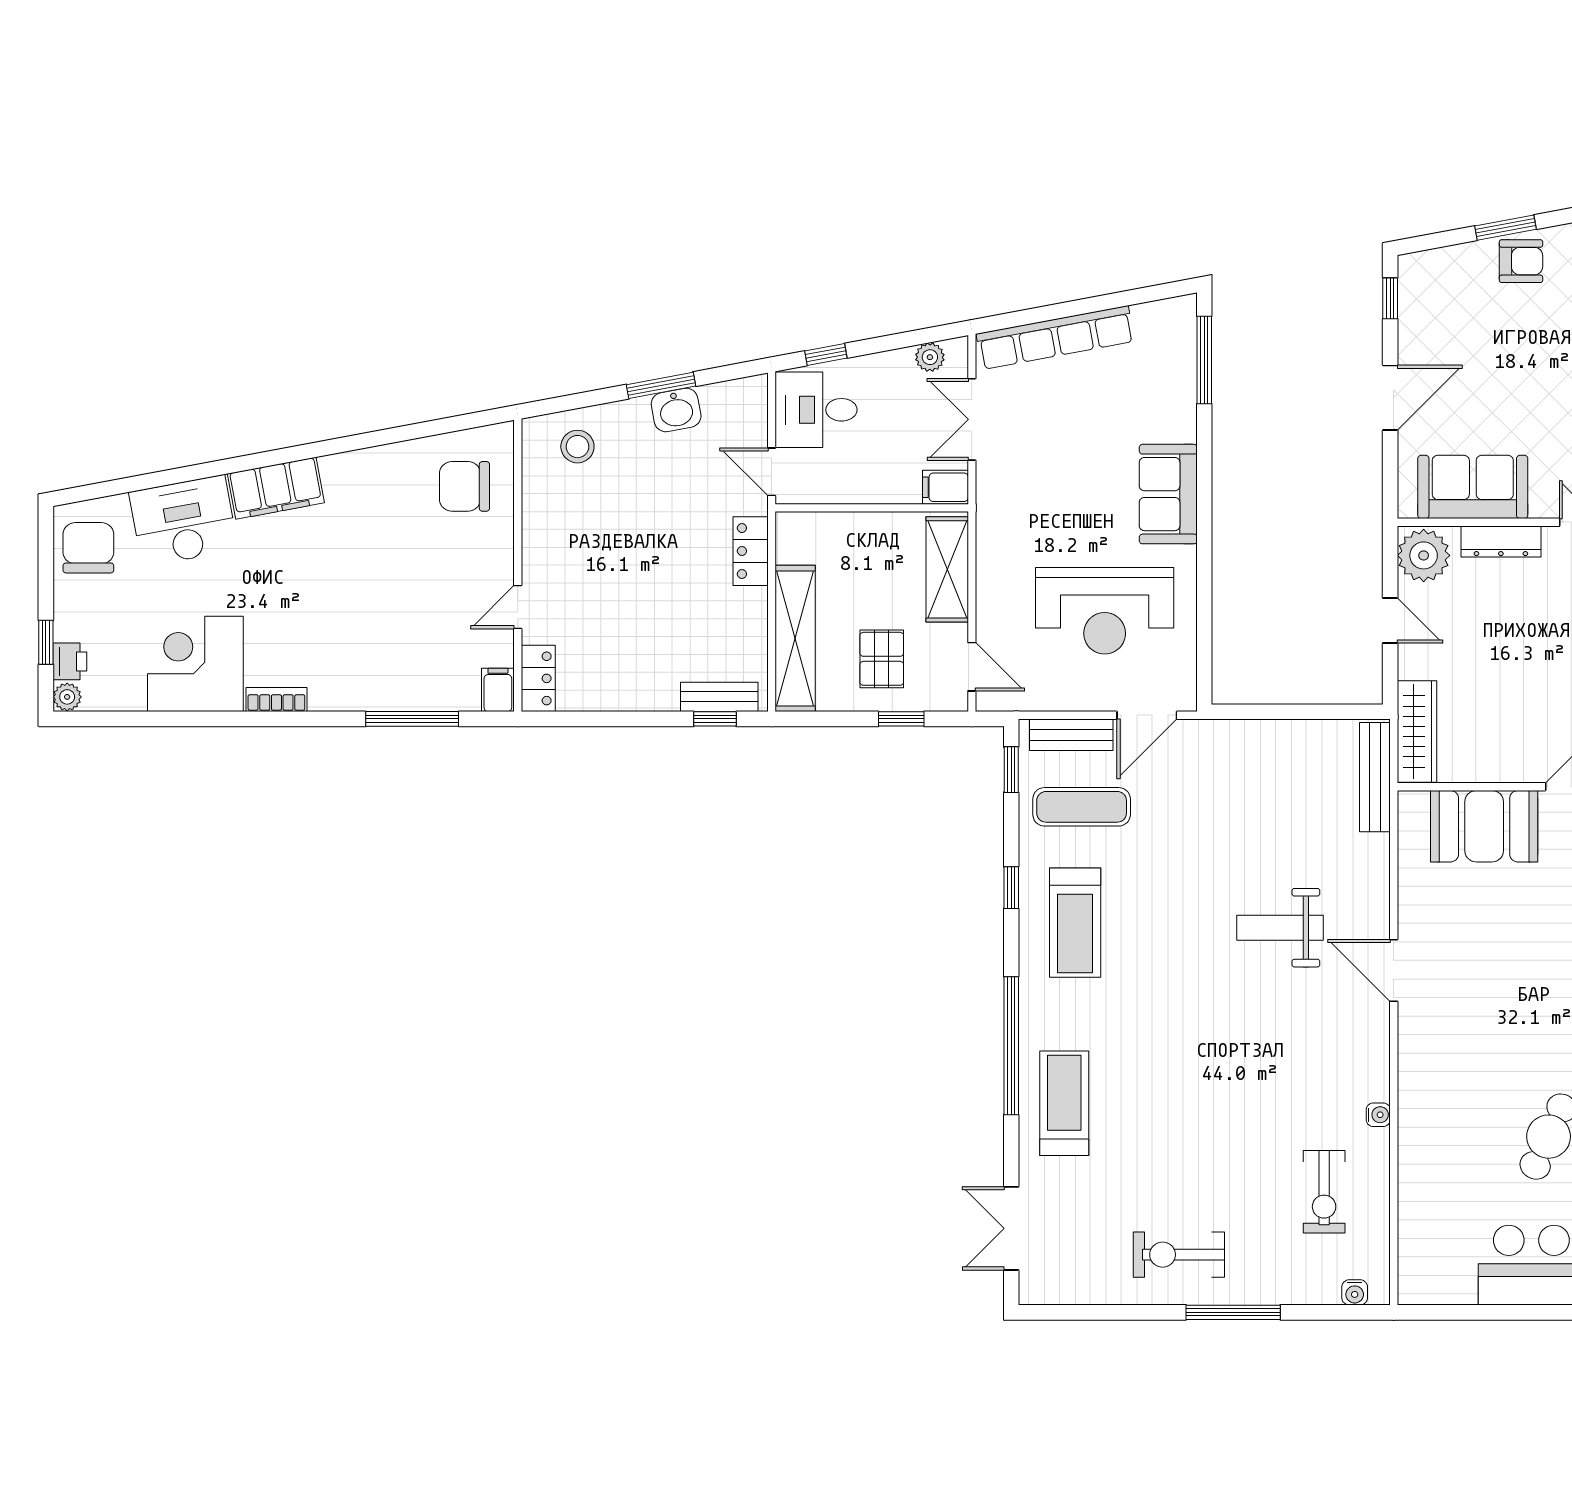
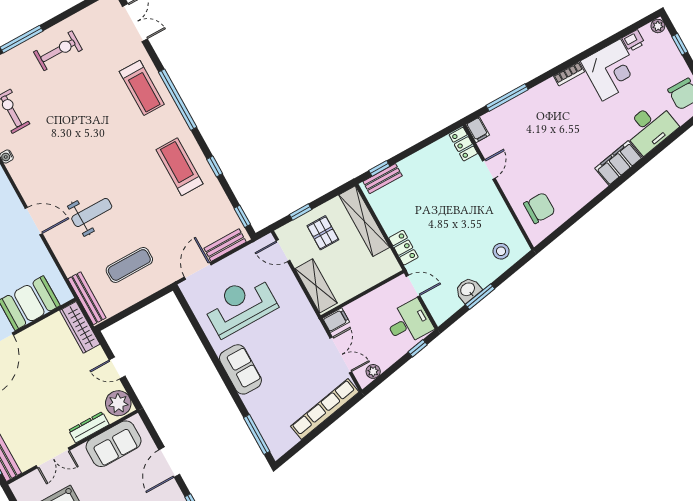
printer: (70, 661) -> (633, 41), moved, turned -90
exercise mat: (1082, 807) -> (129, 265), moved

